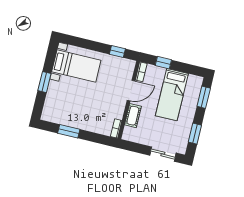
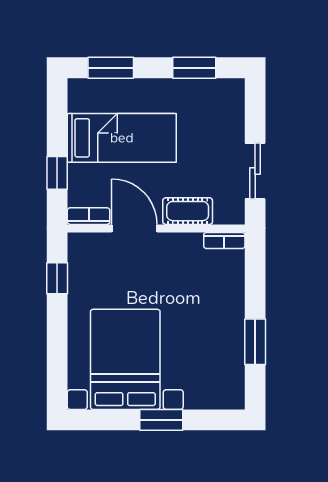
bed with nightstands: (76, 66) -> (125, 359), width x1.36
sliding door: (163, 154) -> (255, 171), moved

